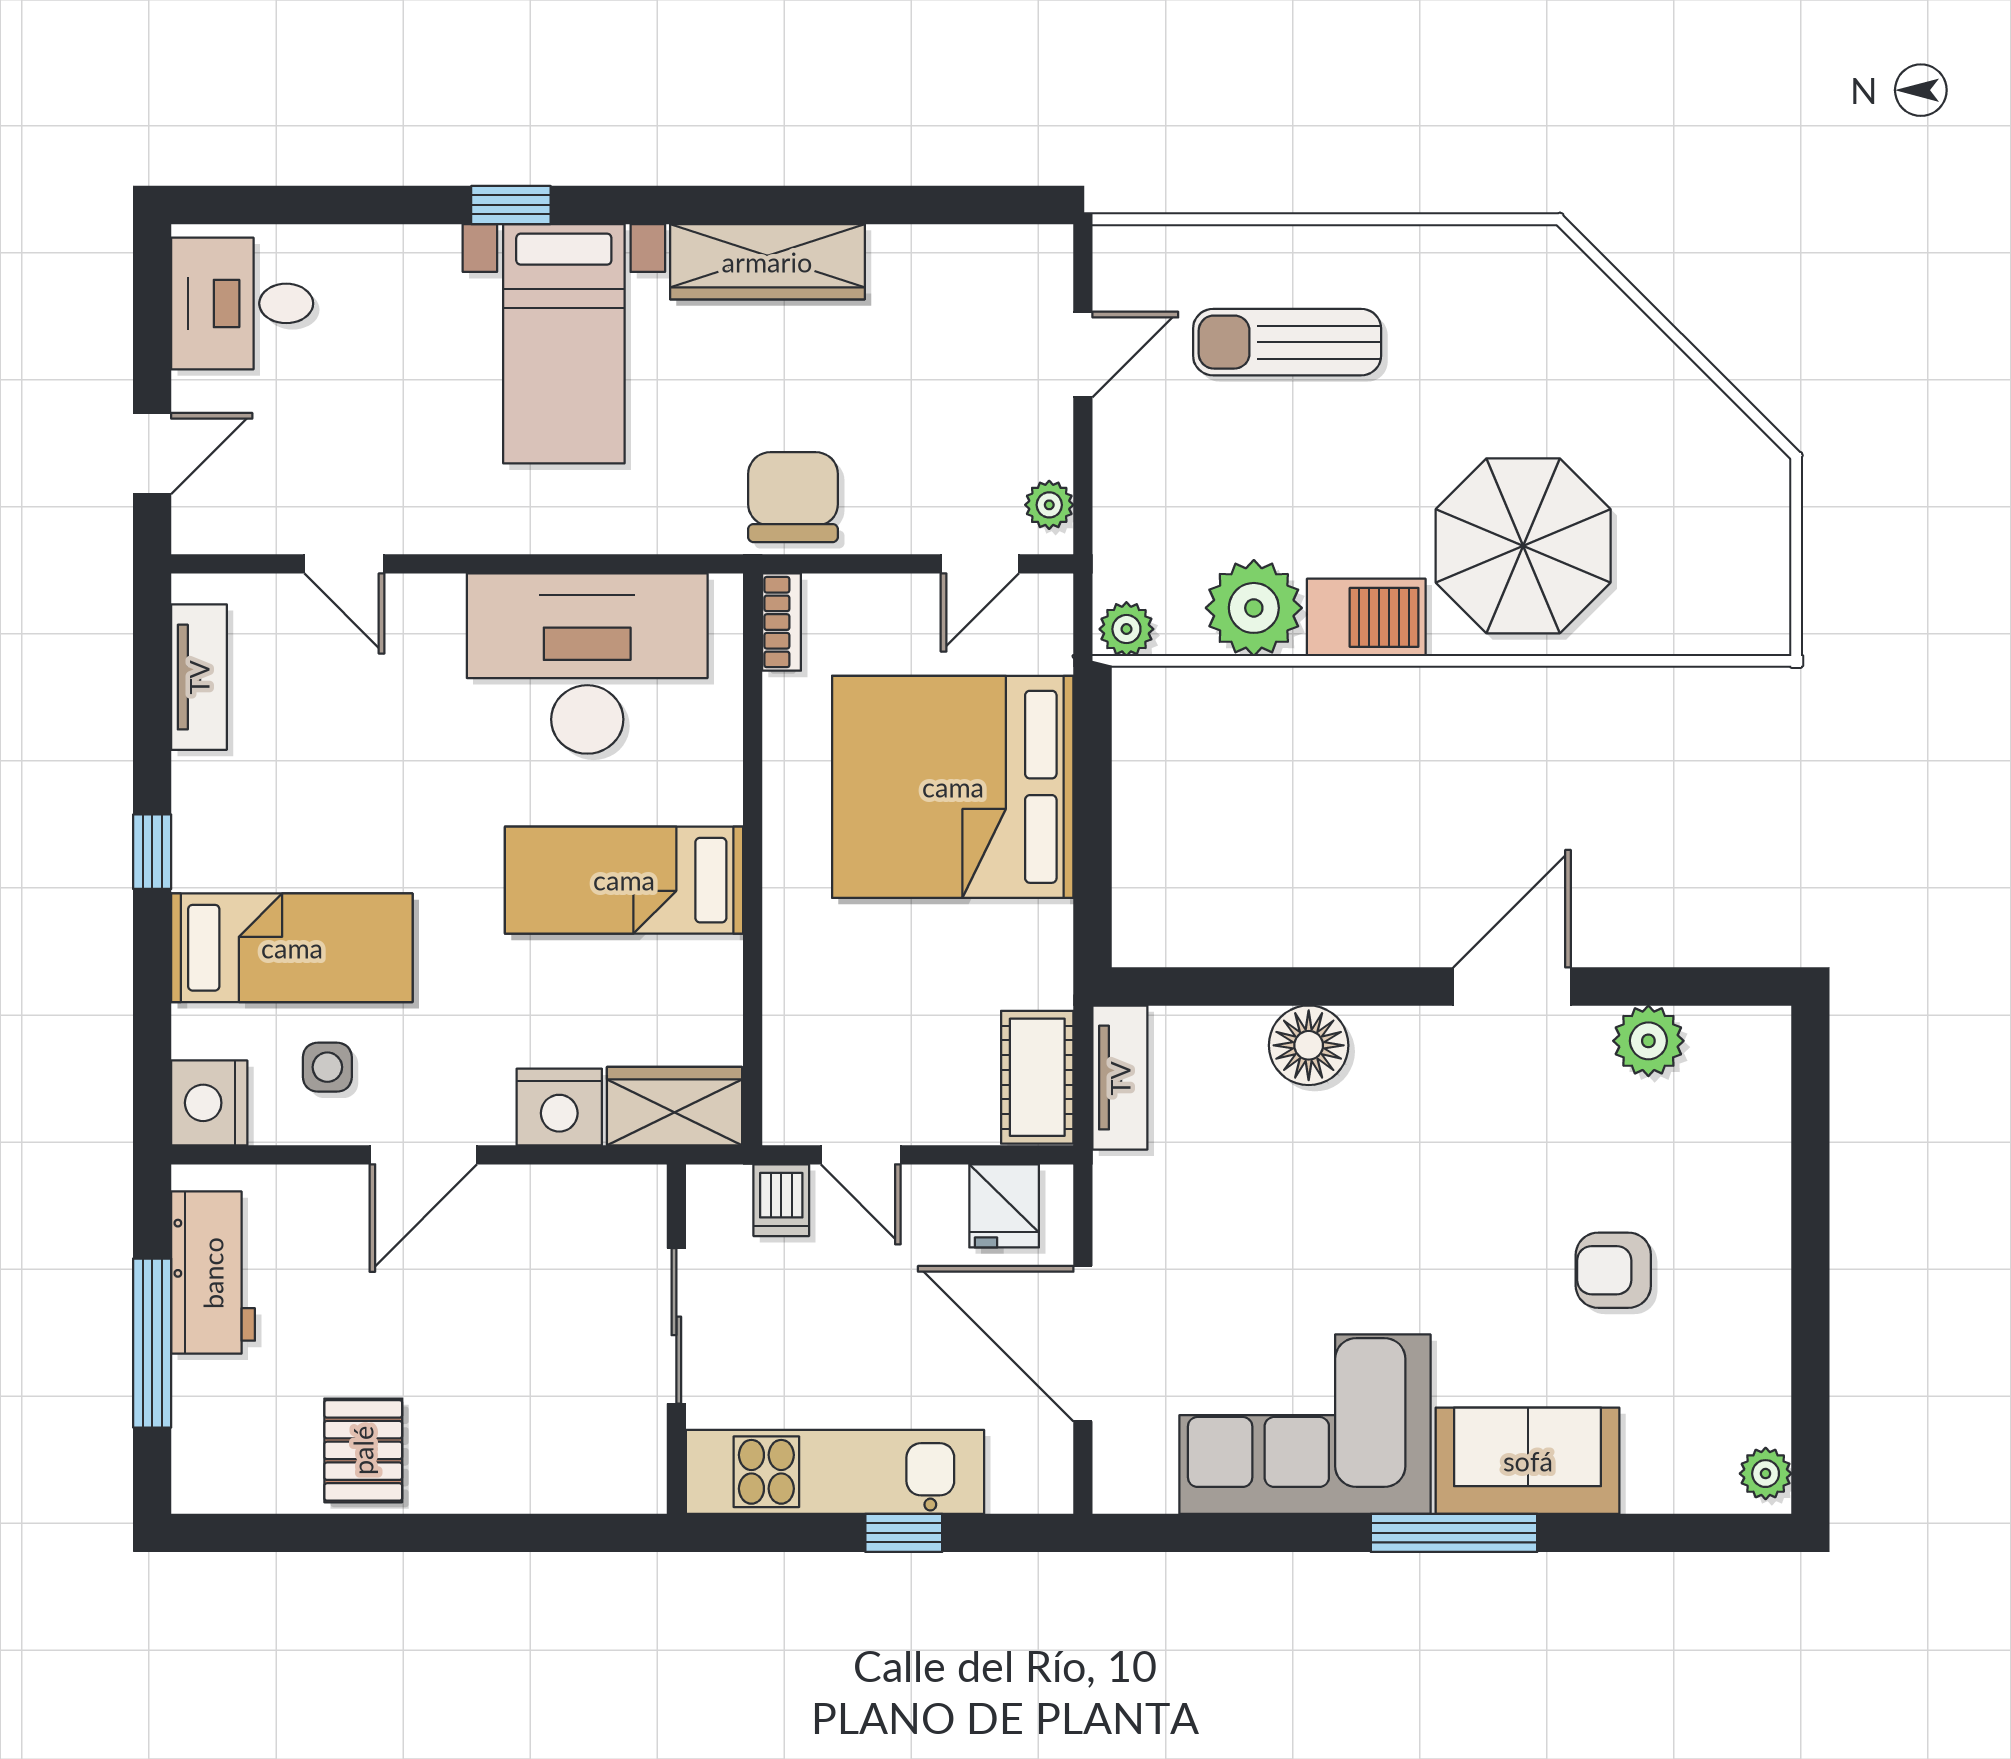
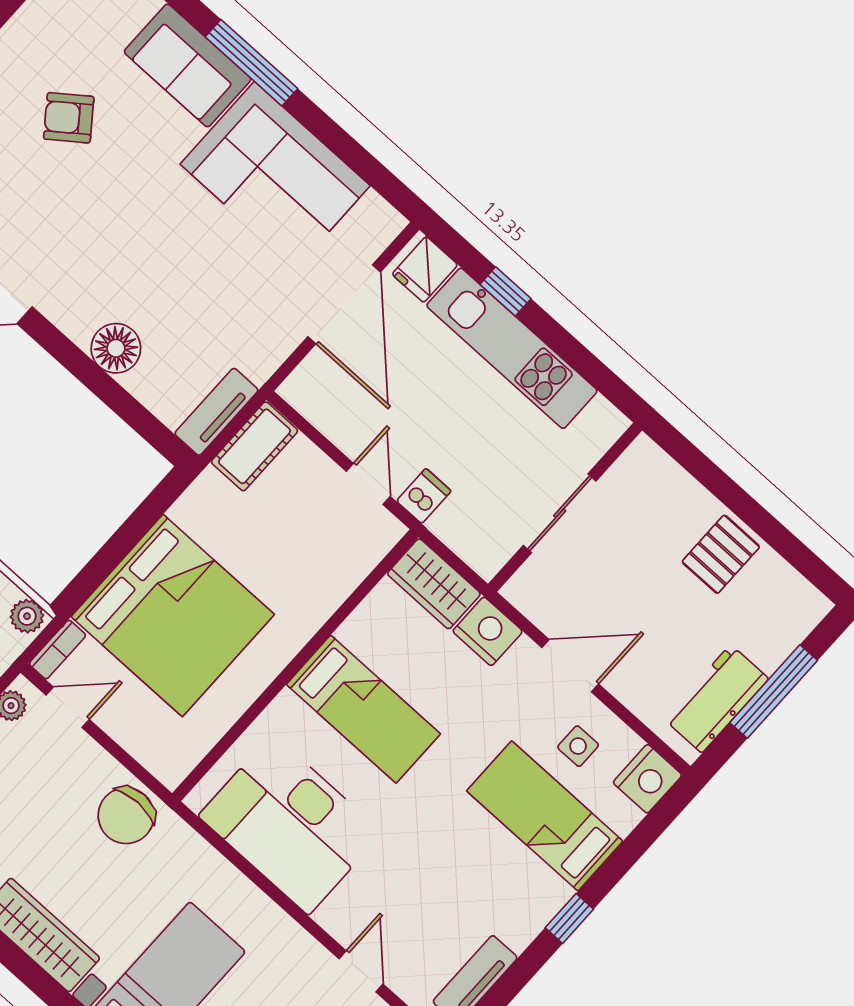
bookcase: (782, 622) -> (58, 650), moved, turned 180
fridge: (1004, 1206) -> (425, 269), moved, turned 180
armchair: (1613, 1270) -> (69, 118), turned 143
sliding door: (676, 1326) -> (560, 513), moved
wall: (676, 1339) -> (565, 507), moved

